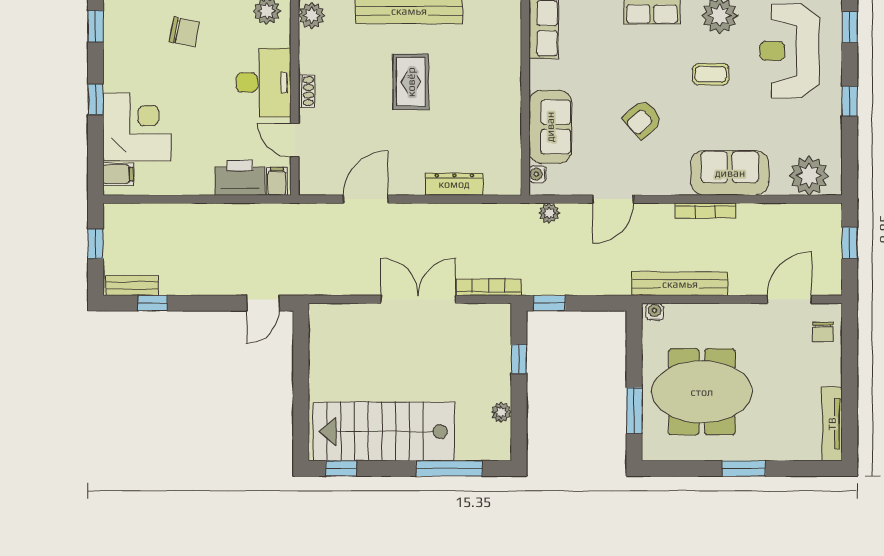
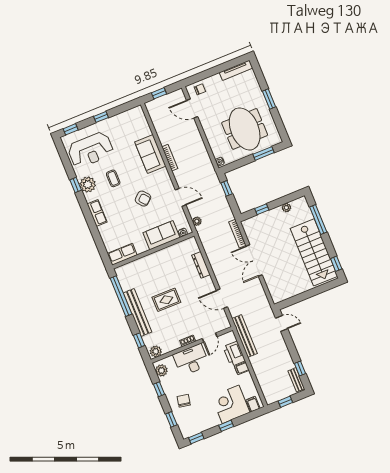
plant: (809, 176) -> (138, 121), removed
filing cabinet: (277, 181) -> (242, 368), moved
bench: (680, 284) -> (245, 336), moved
window: (549, 303) -> (227, 188), moved

